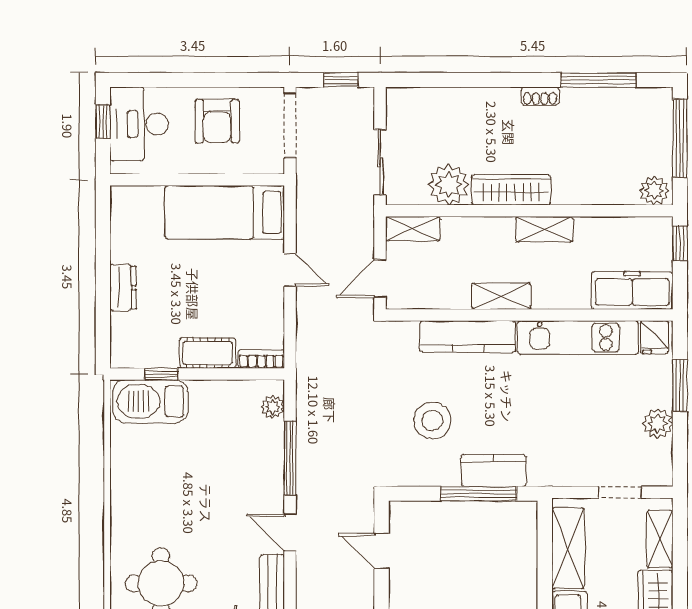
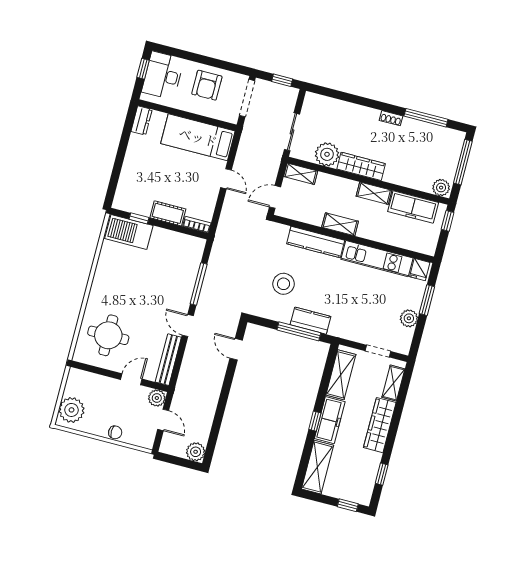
dresser: (123, 288) -> (142, 120), moved
freezer: (632, 290) -> (413, 207), moved, turned 180
plant: (273, 407) -> (196, 253), removed

